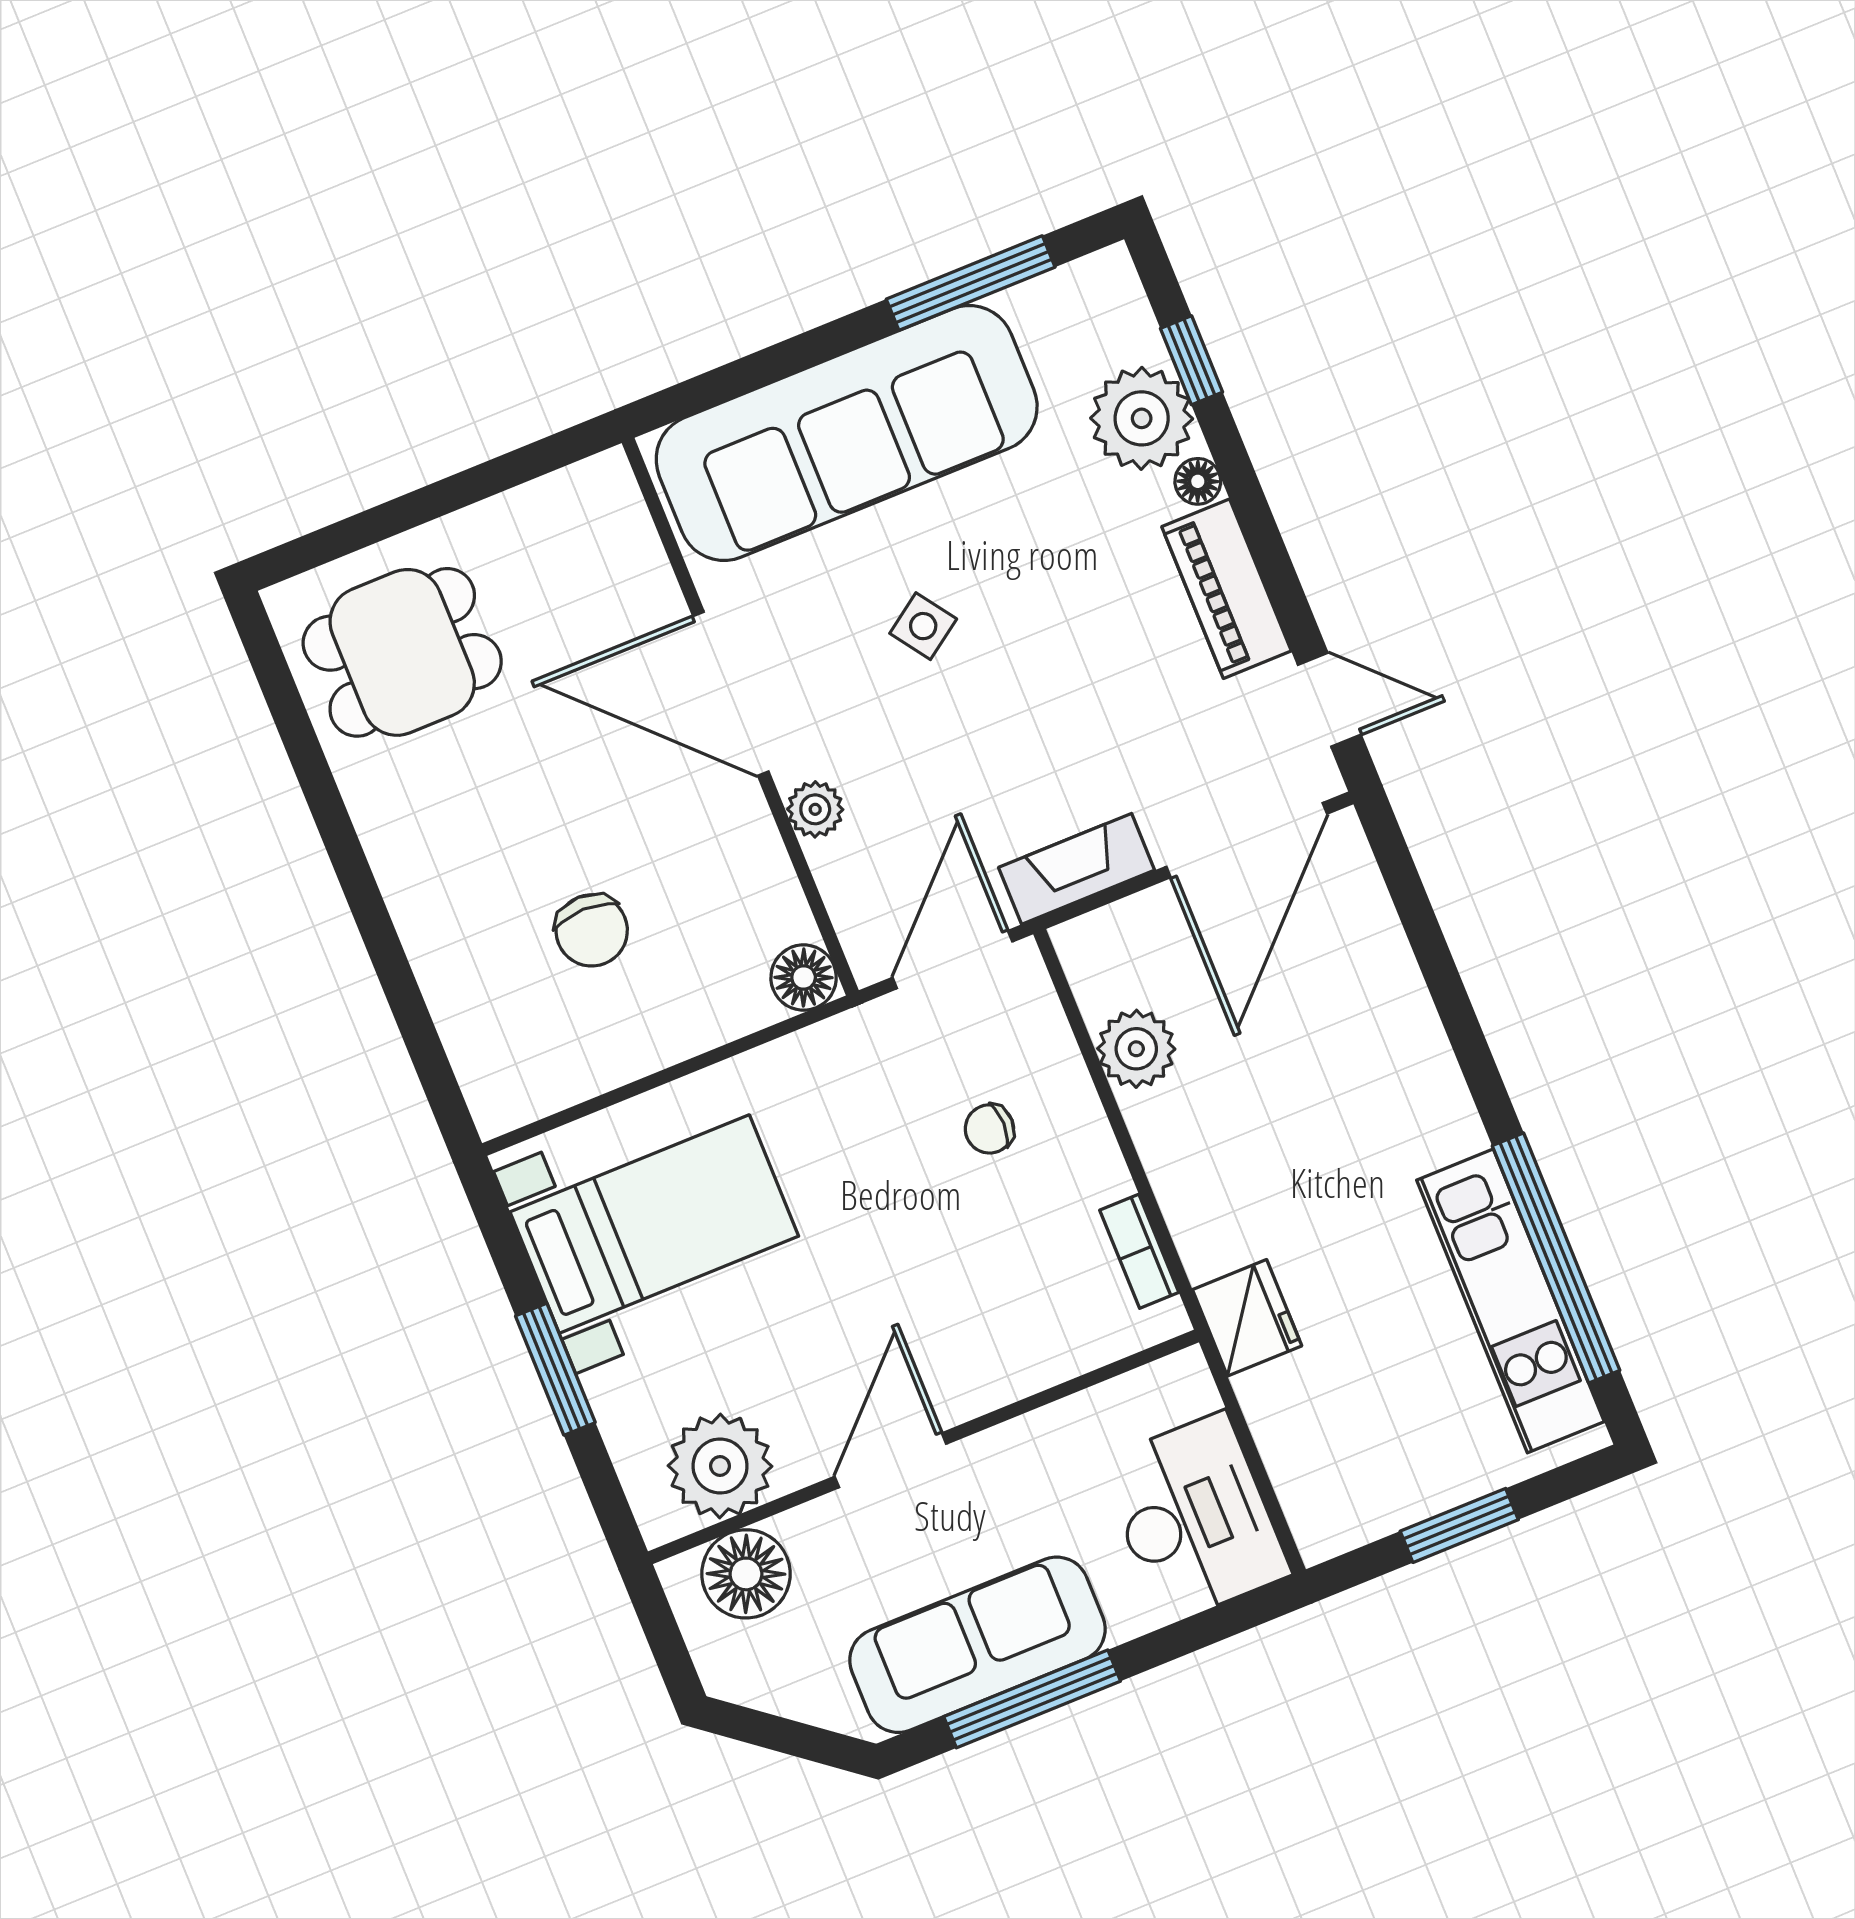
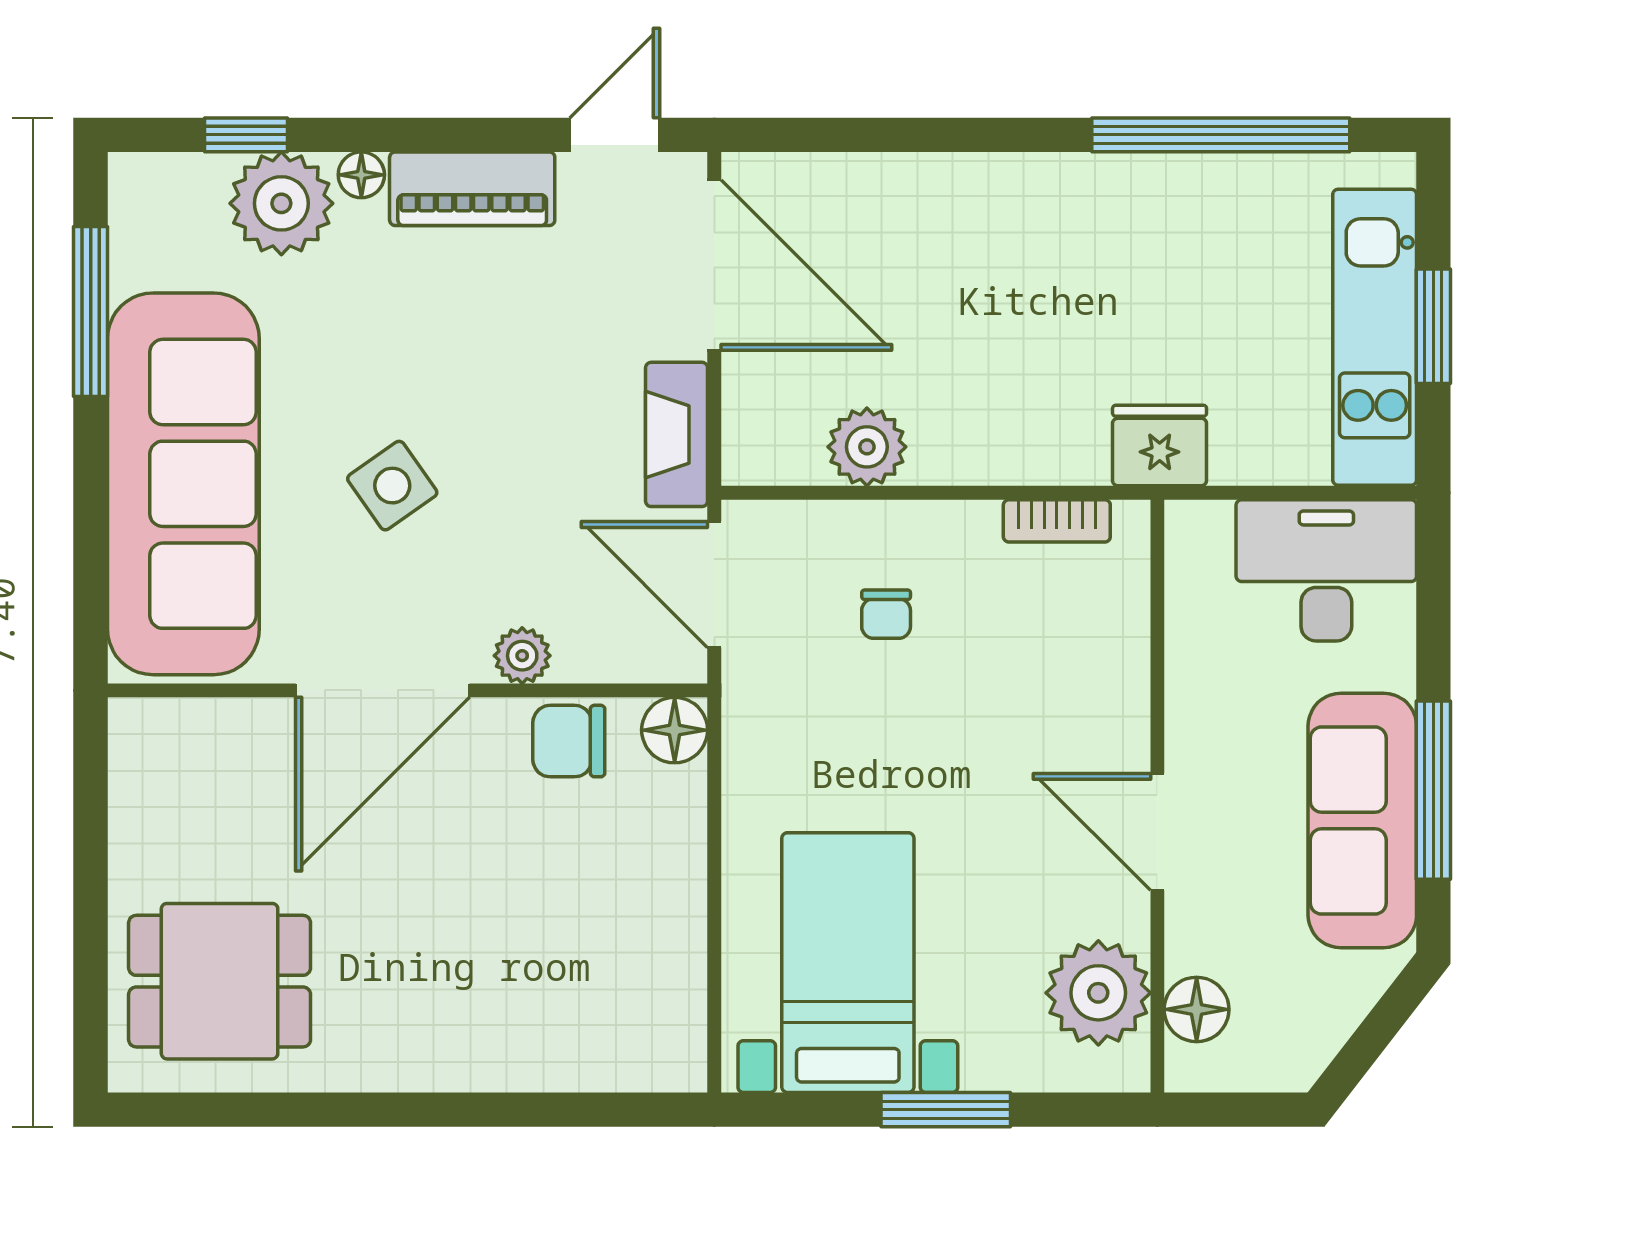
side table: (923, 626) -> (392, 486), width x1.37, depth x1.37
dining table: (402, 652) -> (220, 981), turned 90
chair: (592, 930) -> (569, 741), moved, turned 180
kitchen unit: (1510, 1301) -> (1375, 337), moved, turned 90
floor lamp: (746, 1574) -> (1197, 1009), width x0.73, depth x0.73

